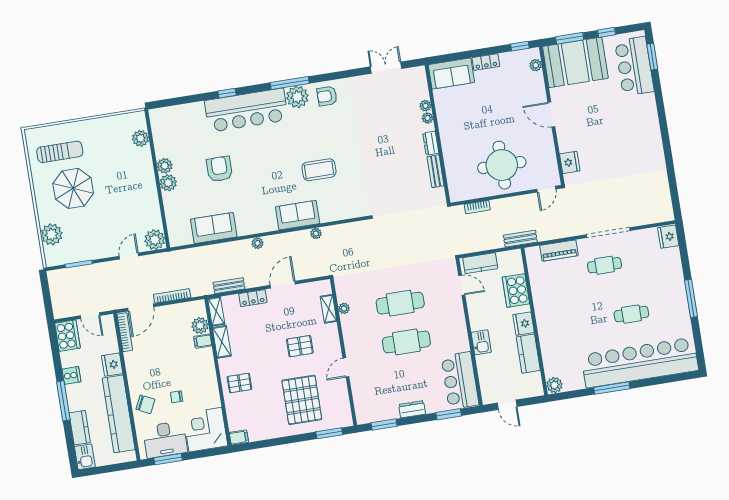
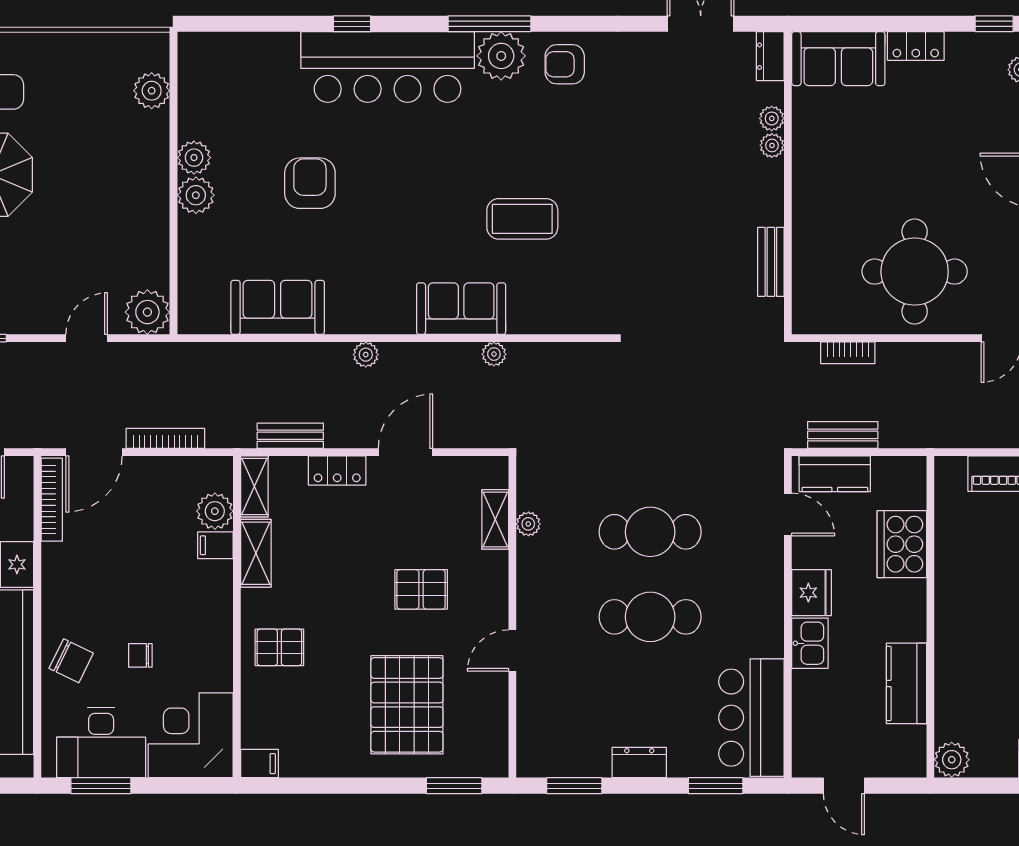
dresser: (431, 143) -> (770, 56), moved
bench: (520, 239) -> (843, 435), moved
fridge: (524, 324) -> (812, 593), moved, turned 180

